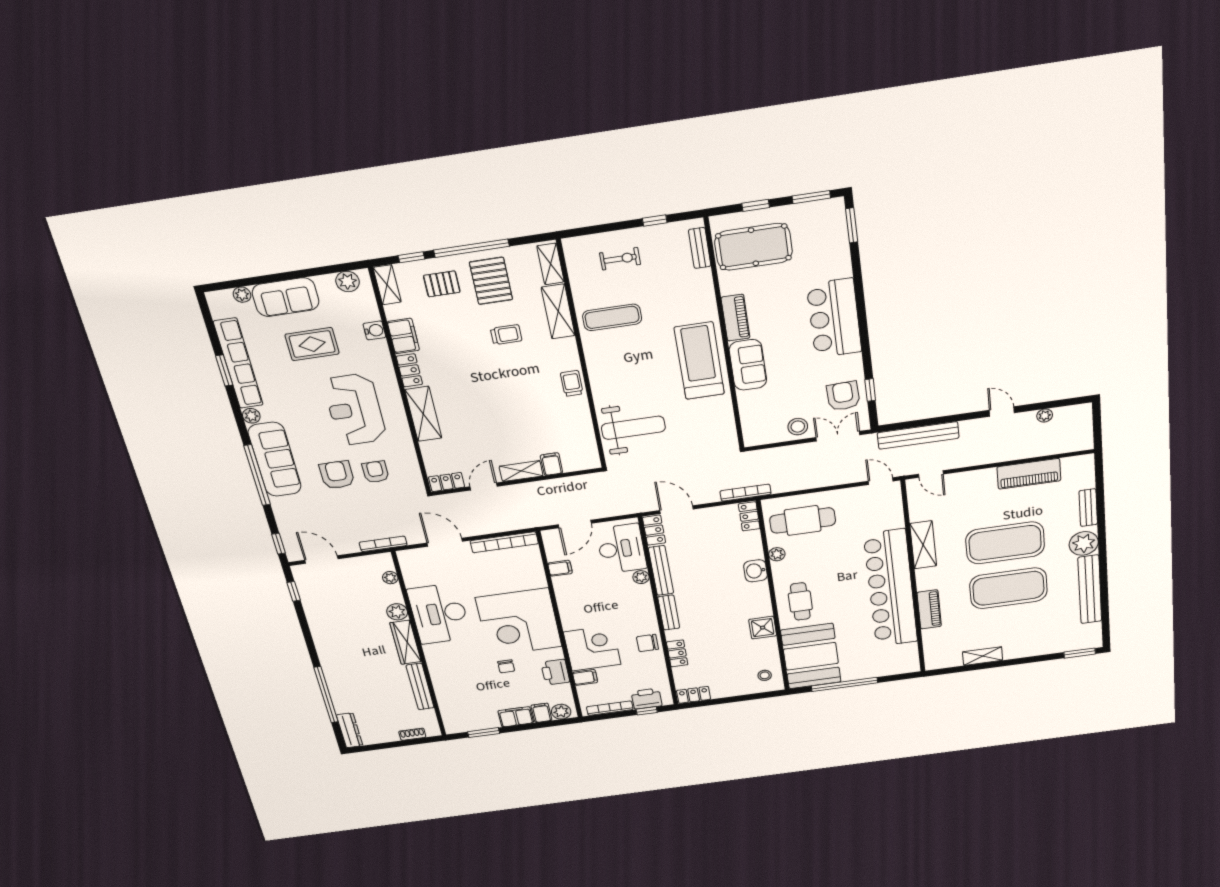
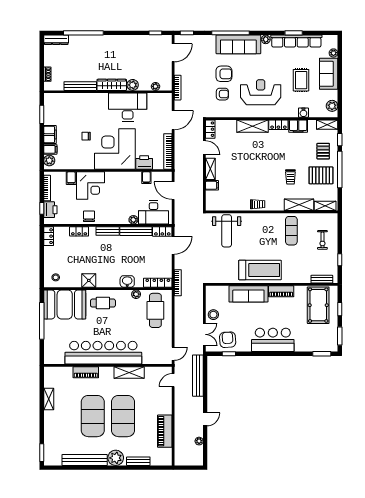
sofa: (748, 365) -> (248, 294), width x1.36
armchair: (843, 396) -> (228, 340), turned -92
locker: (749, 516) -> (158, 283), width x1.53
printer: (555, 672) -> (144, 162), moved

